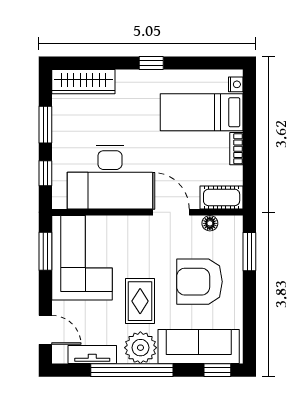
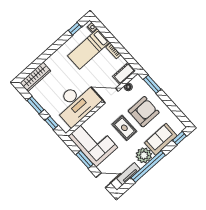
window: (151, 63) -> (75, 29), moved
window: (45, 251) -> (85, 159), moved
armchair: (200, 282) -> (144, 112), turned 180
rug: (140, 301) -> (124, 128), moved
sofa: (199, 346) -> (161, 139), width x0.73

